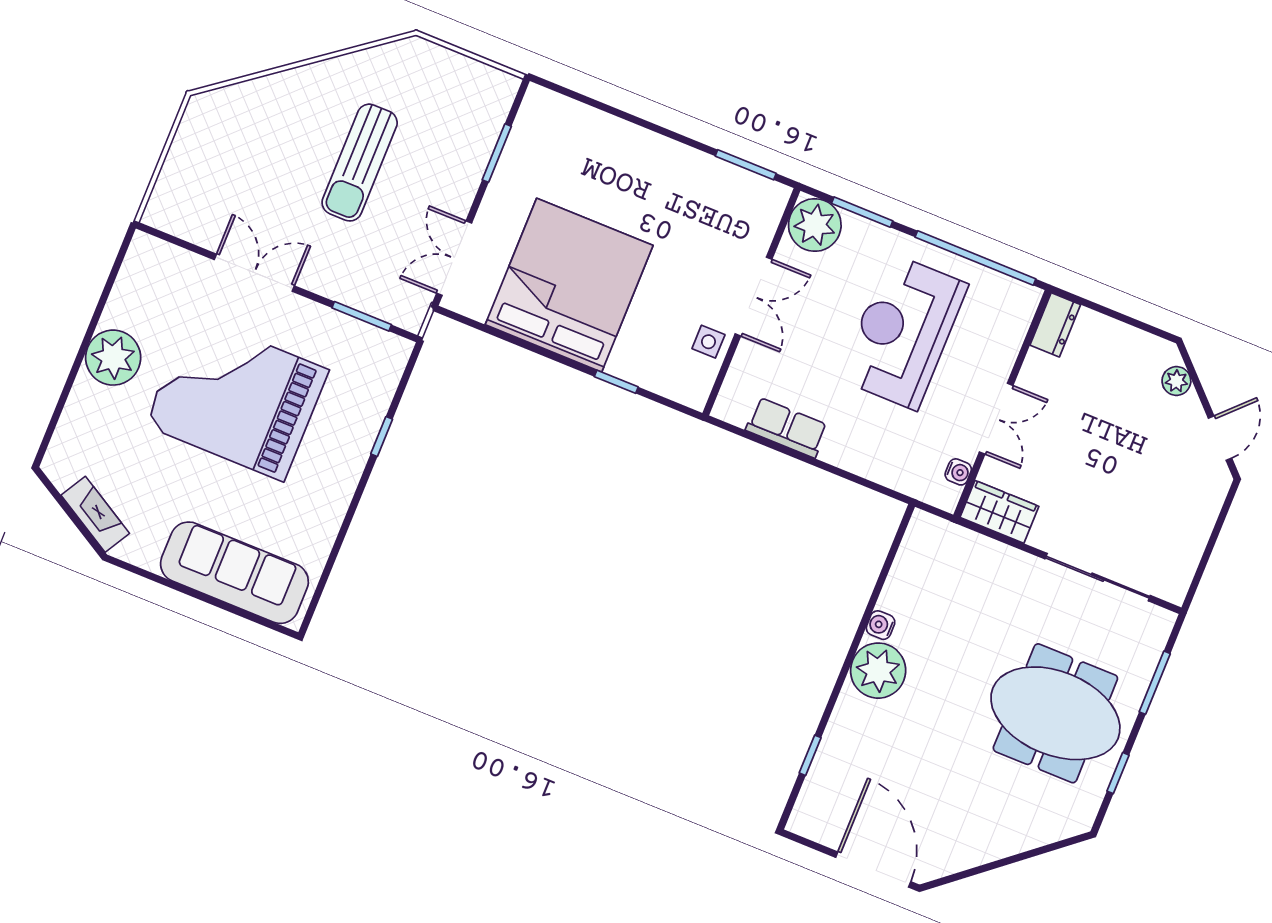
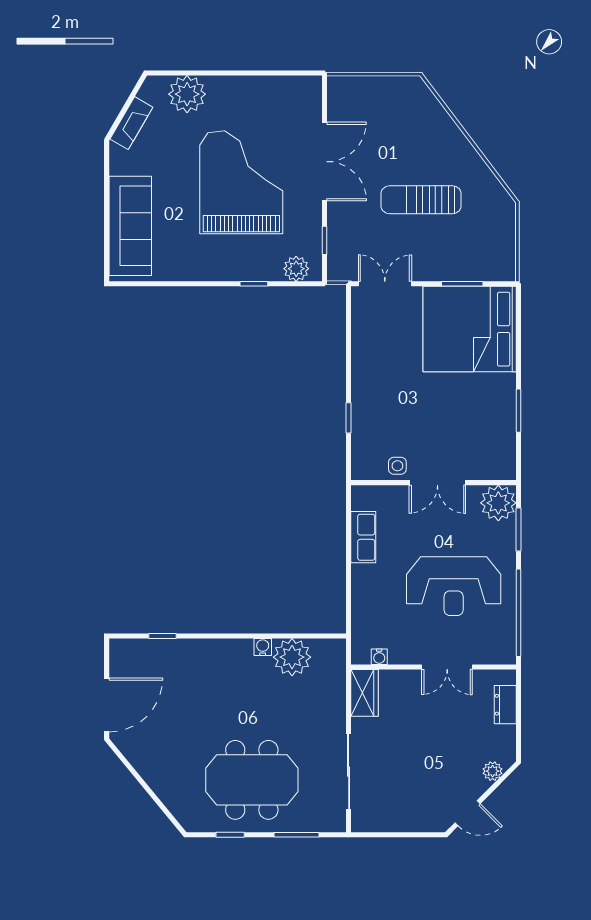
window: (746, 165) -> (519, 411), moved
double door: (254, 273) -> (325, 162), width x1.37
bed: (569, 285) -> (470, 329), moved, turned 180
window: (362, 316) -> (325, 240), width x0.67
dresser: (1055, 325) -> (505, 705), moved, turned 90
reception desk: (903, 332) -> (454, 586), turned 180
plant: (113, 358) -> (187, 94), moved
plant: (385, 370) -> (296, 269), added
double door: (996, 419) -> (447, 667), moved
plant: (878, 671) -> (292, 657), moved
meeting table: (1055, 713) -> (252, 780), turned 90

